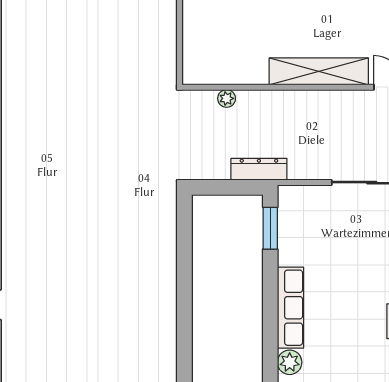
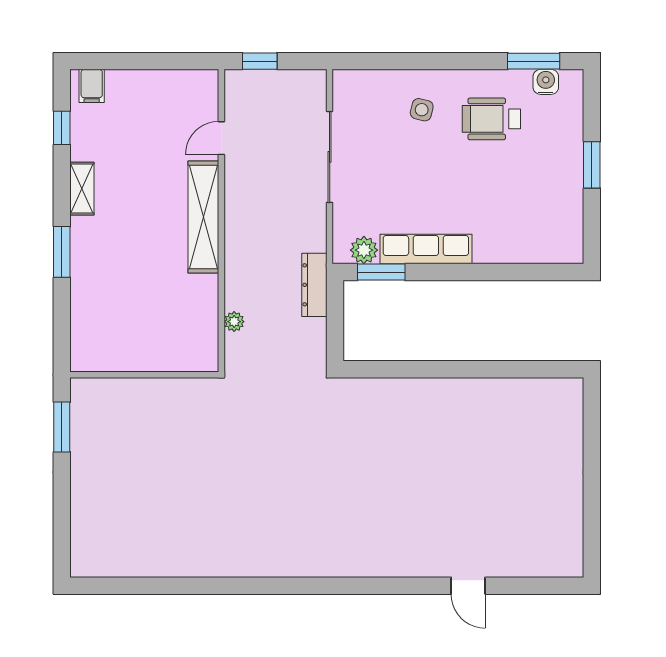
row of seats: (290, 308) -> (426, 249), moved
plant: (290, 362) -> (364, 250), moved

